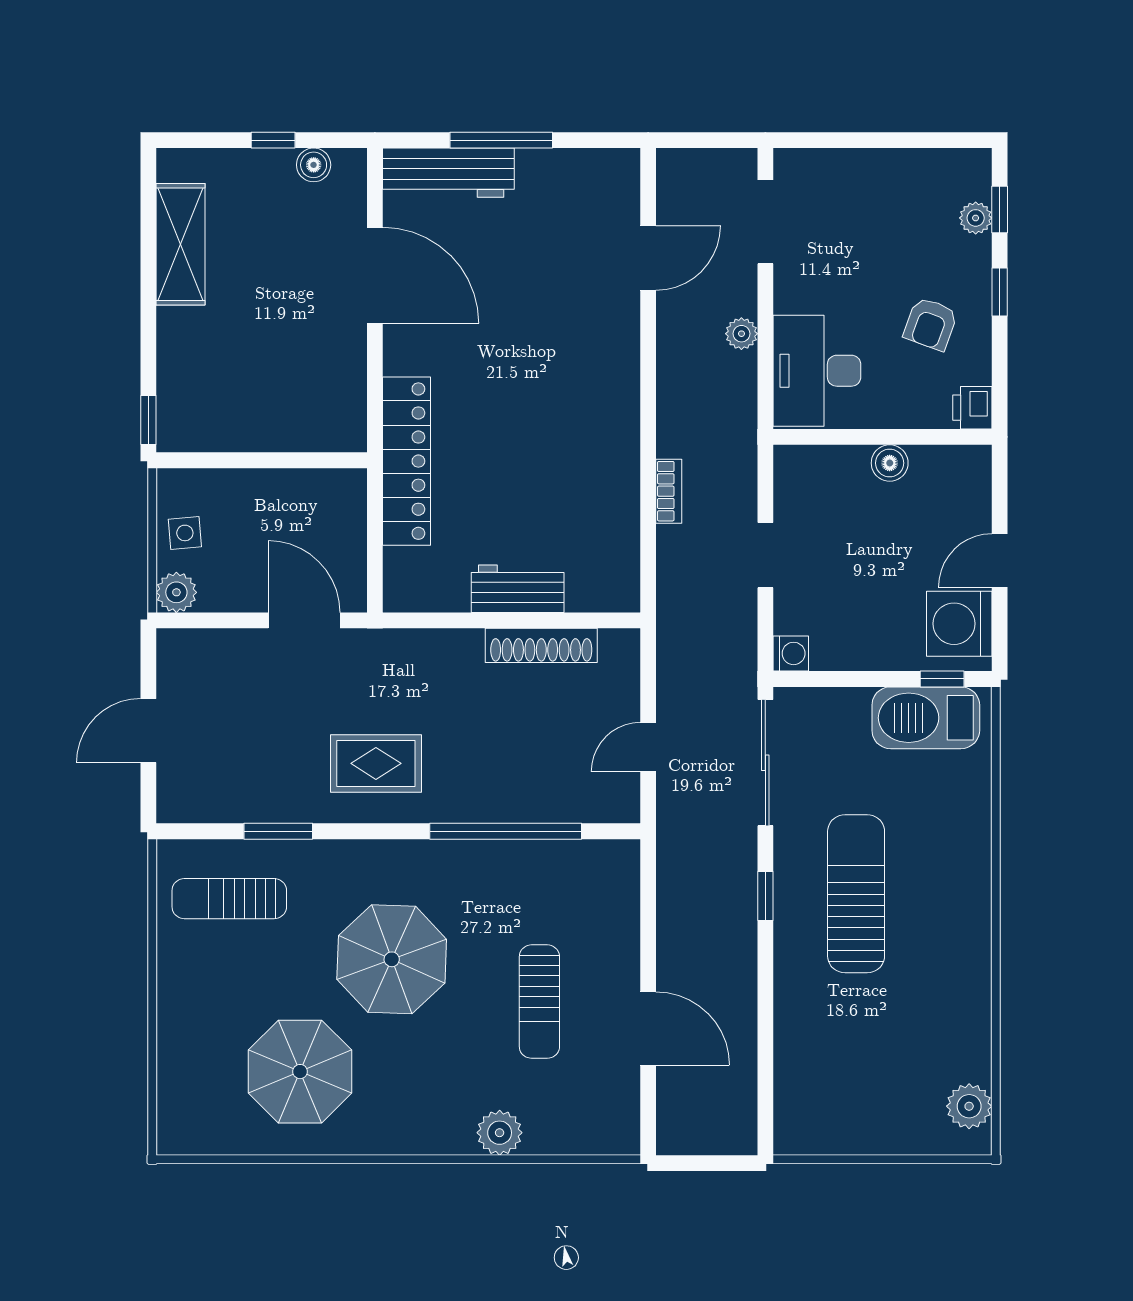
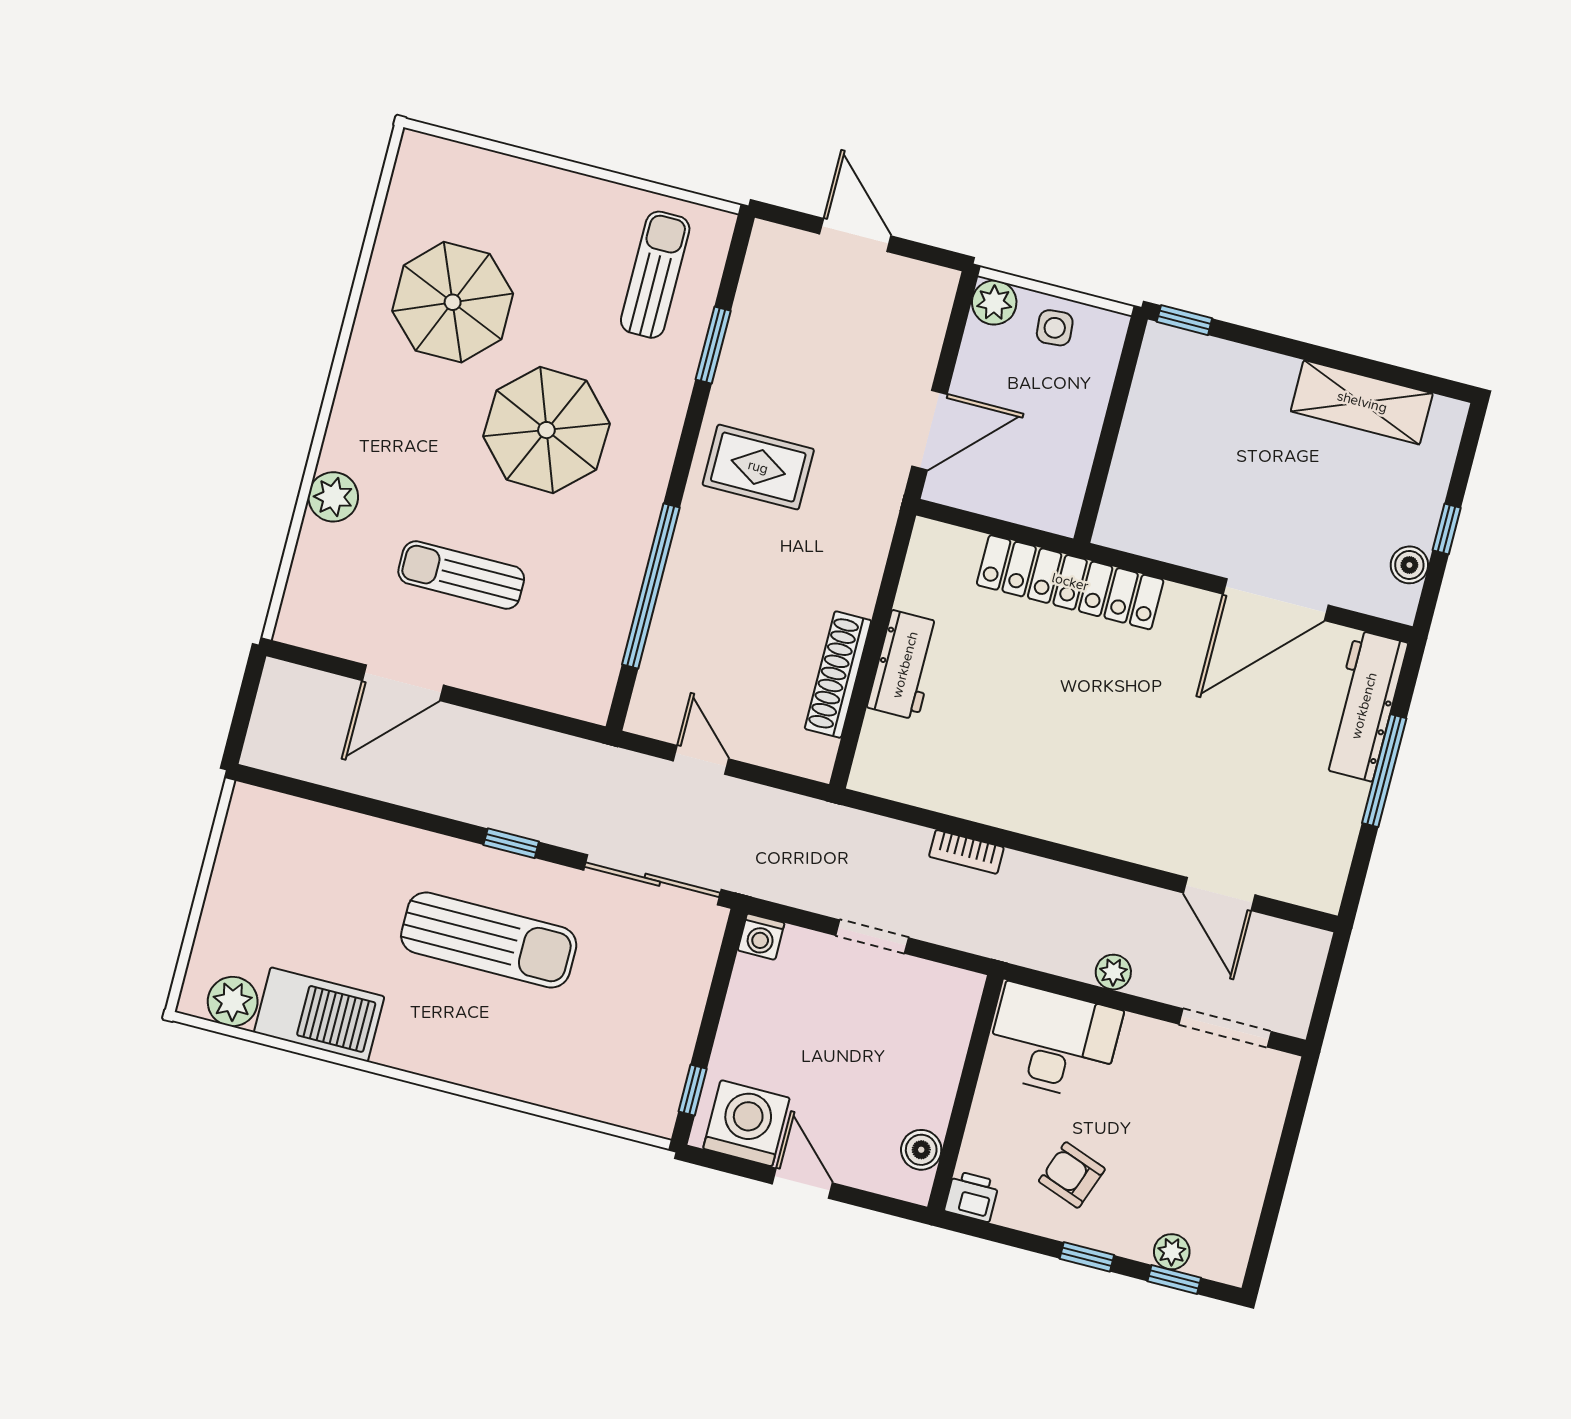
boiler: (890, 463) -> (921, 1150), moved
barbecue: (926, 718) -> (319, 1014), moved, turned 90
rug: (376, 763) -> (758, 467), turned 90

